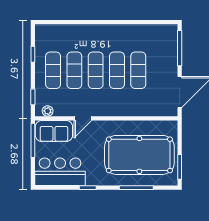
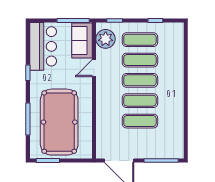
plant: (48, 111) -> (106, 39), width x1.88, depth x1.88
door: (83, 118) -> (94, 68), hinge flipped

